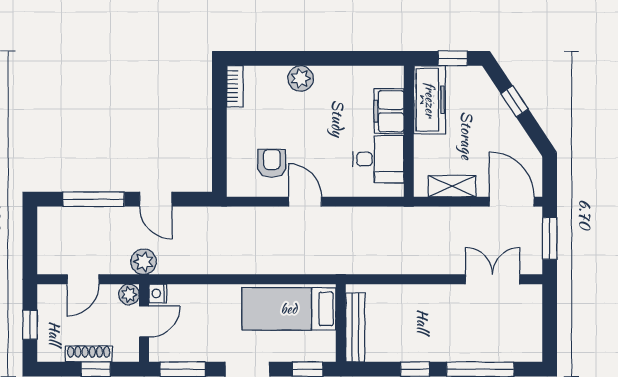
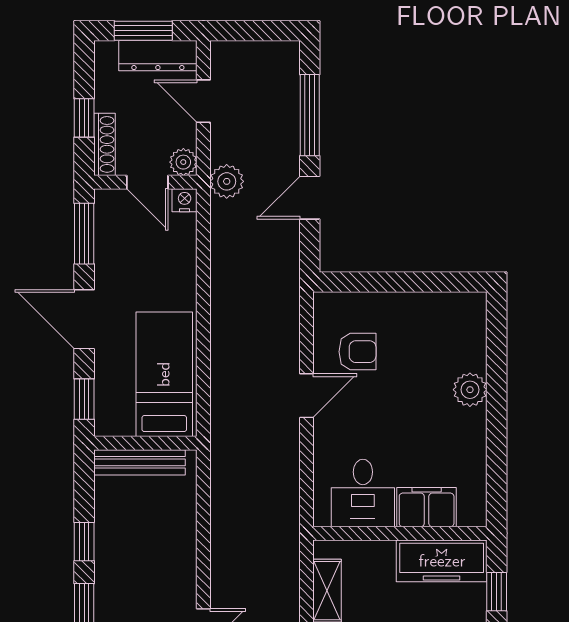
bookcase: (235, 86) -> (460, 303), removed
dresser: (49, 314) -> (158, 56), added
window: (30, 325) -> (143, 31), width x1.50
shoe rack: (89, 354) -> (104, 144), moved

